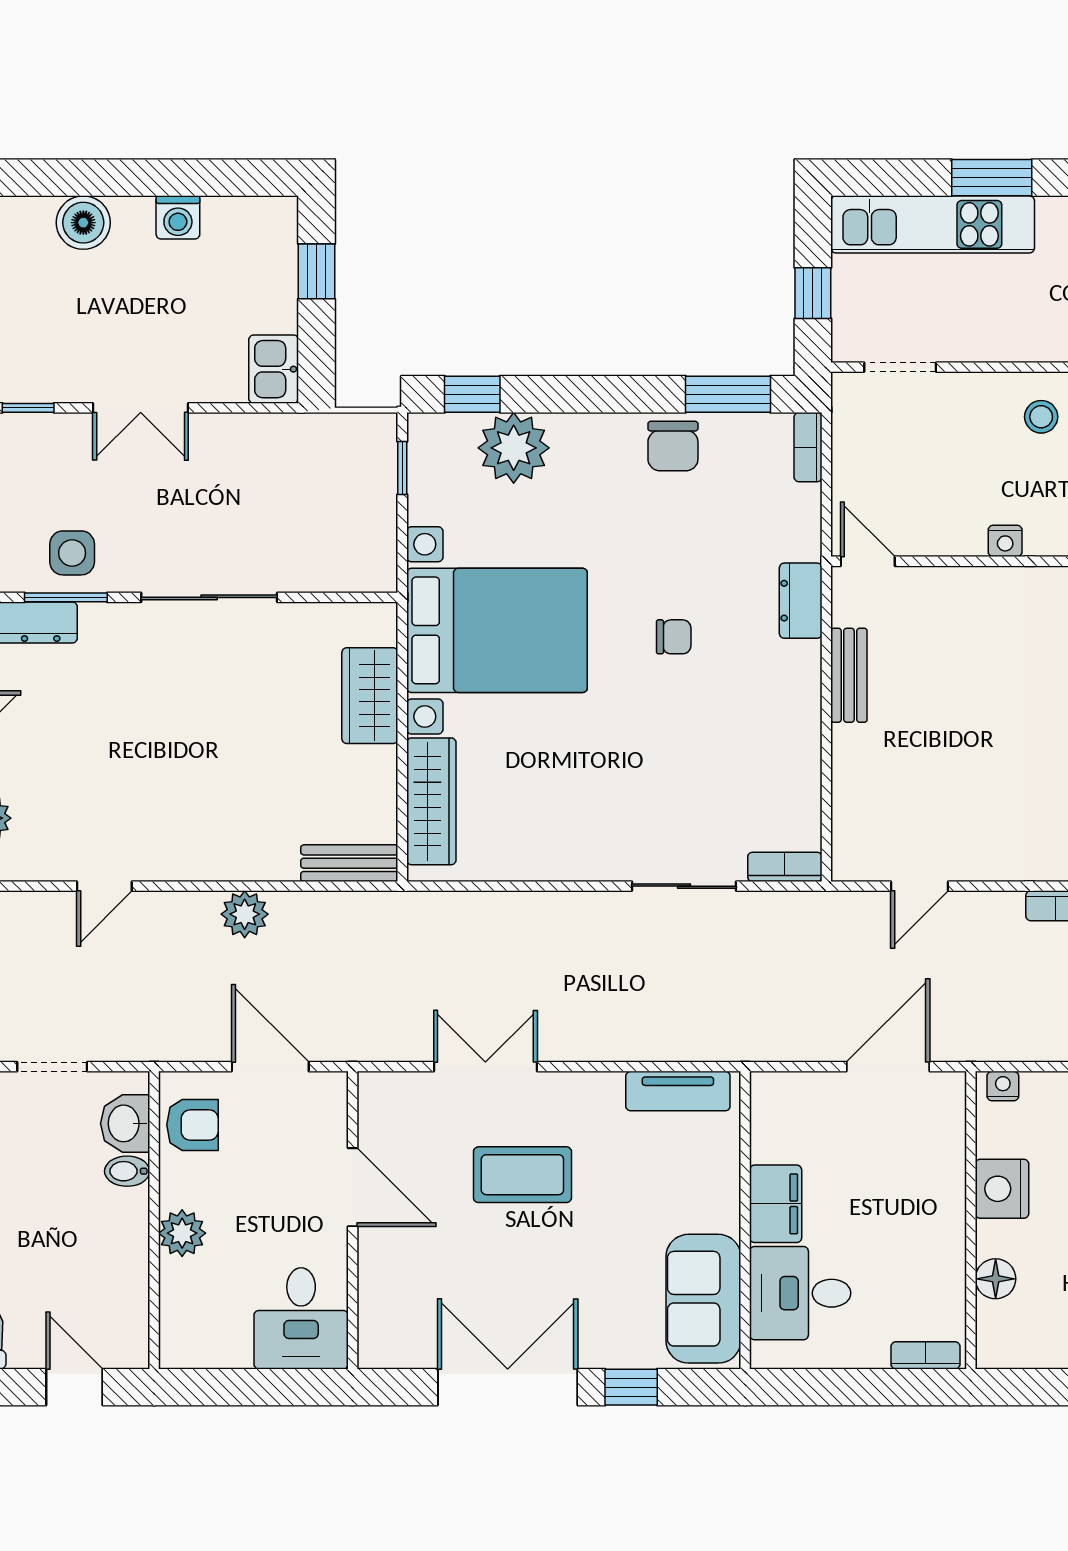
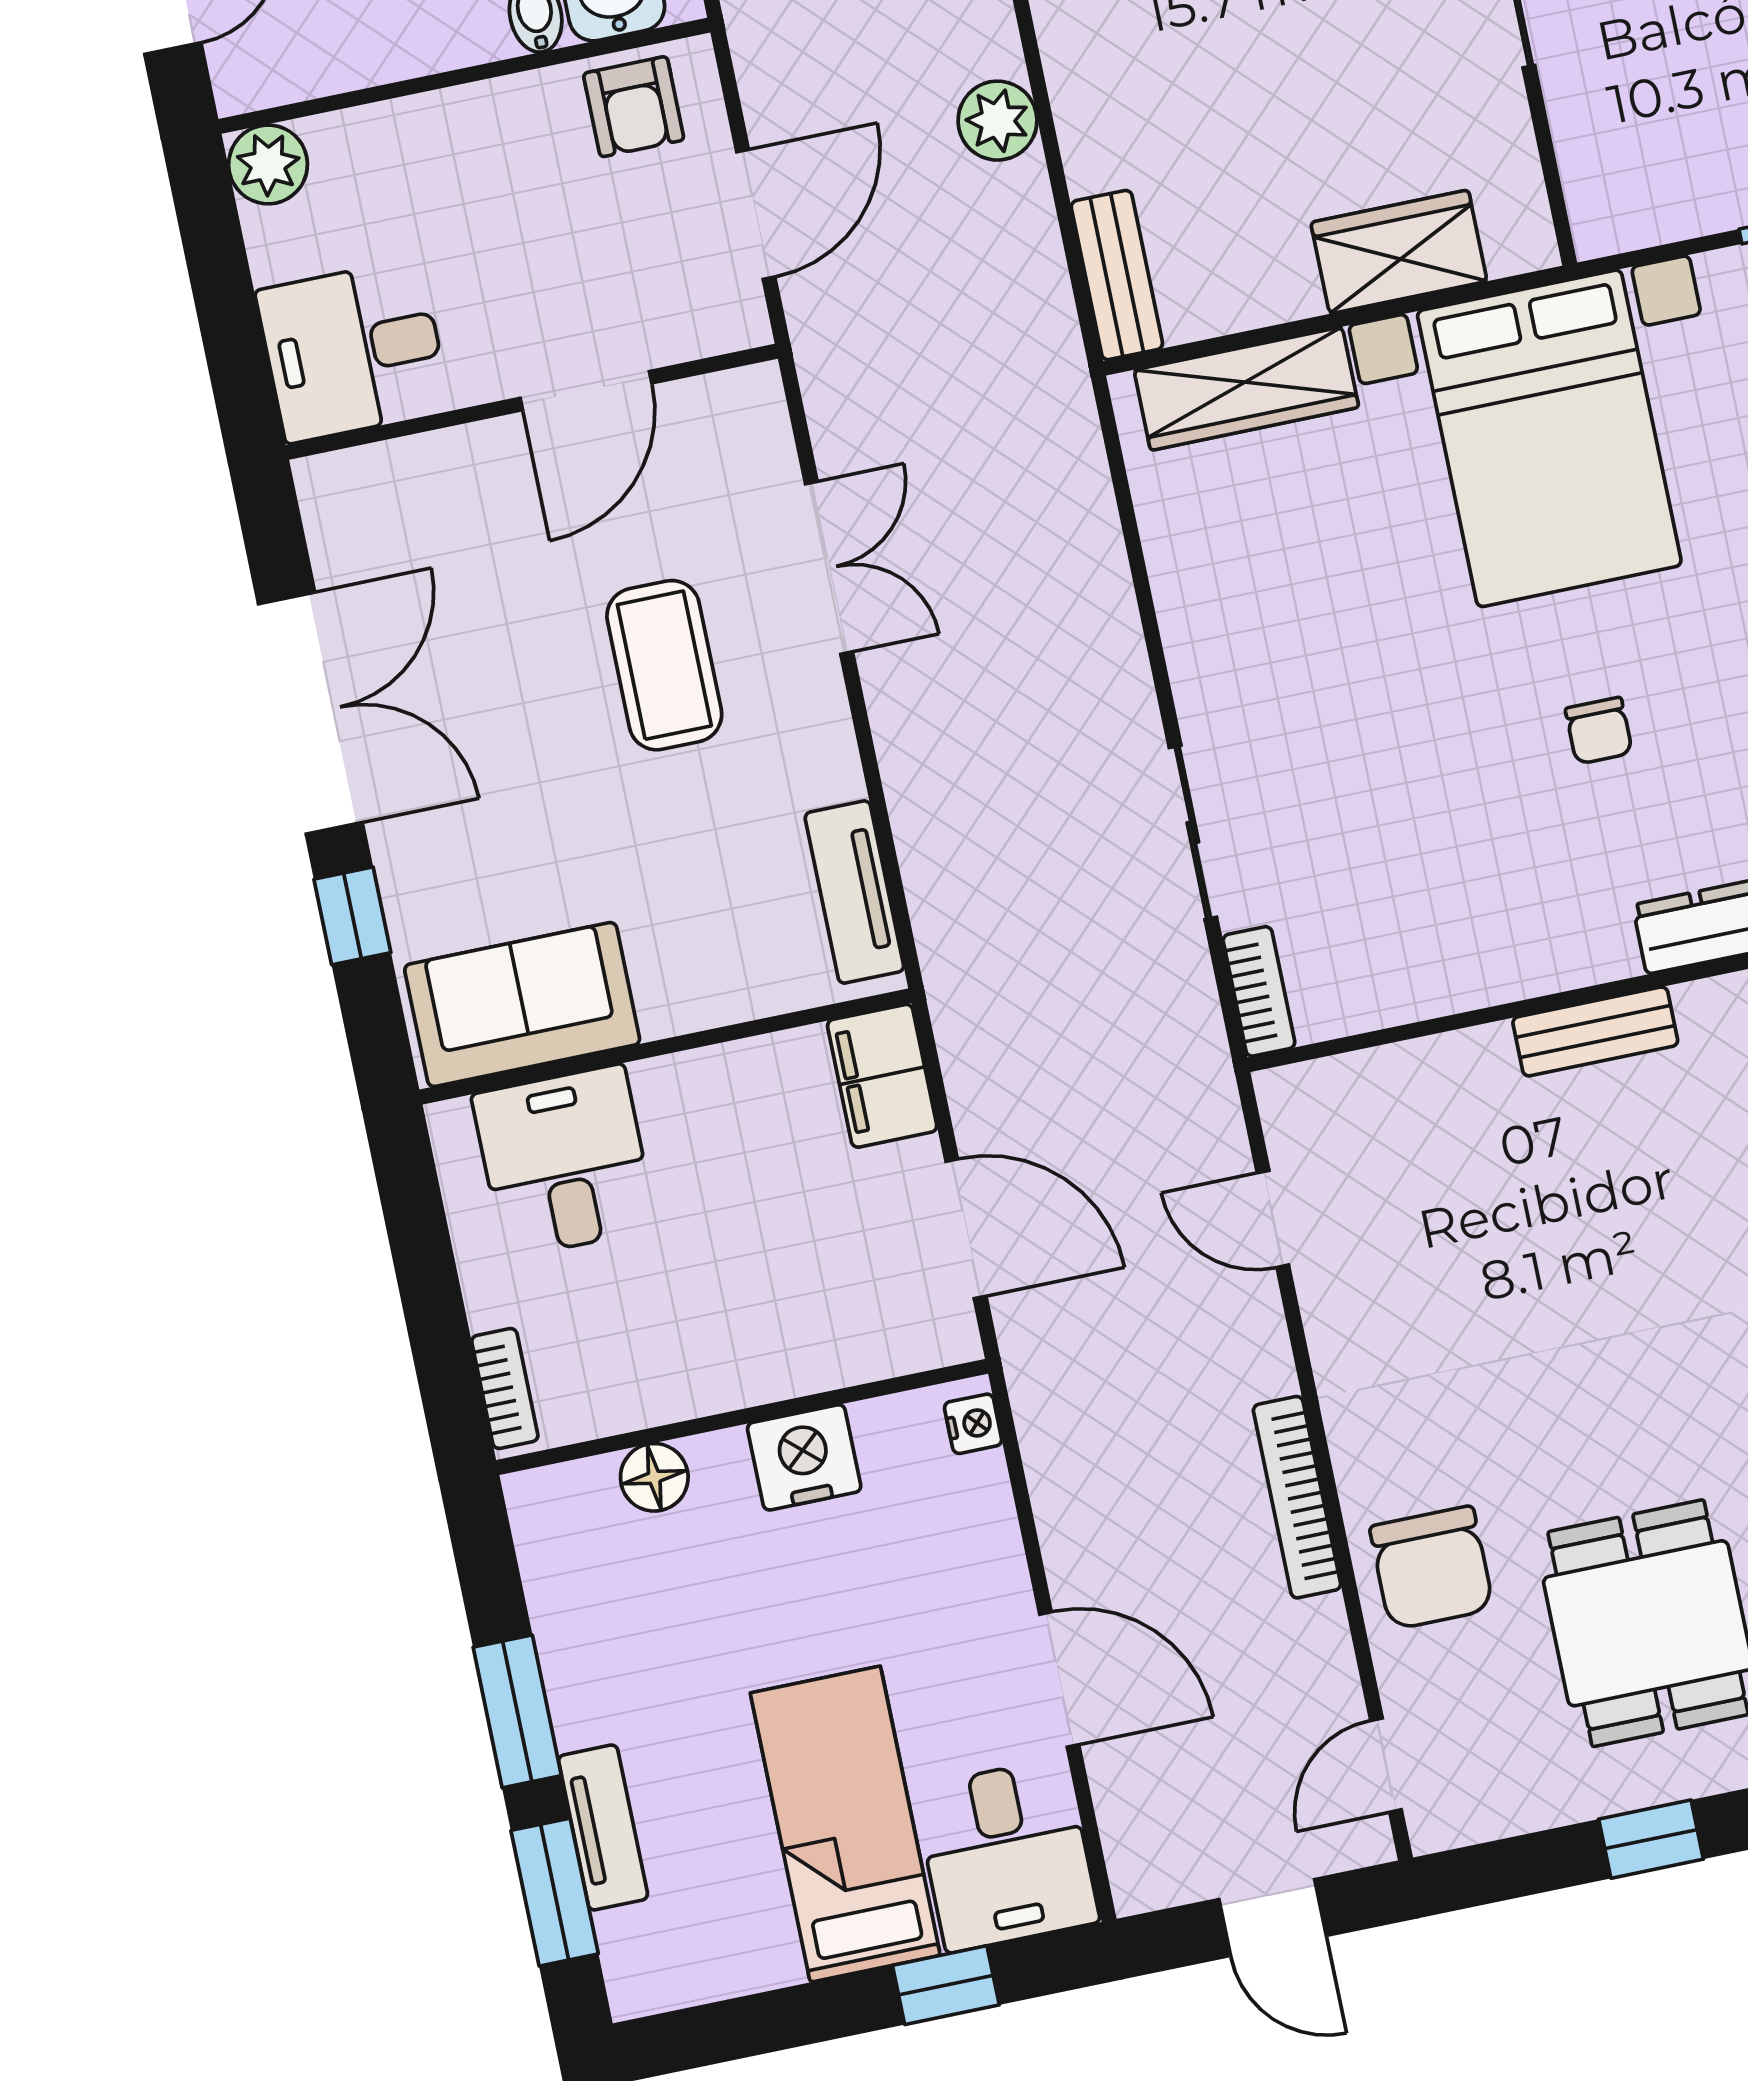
filing cabinet: (776, 1204) -> (882, 1076), moved, turned 90
plant: (182, 1233) -> (268, 164), moved

